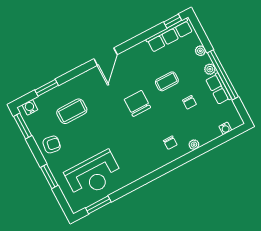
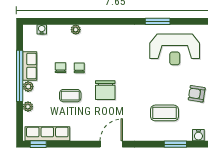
chair: (170, 143) -> (79, 68), moved
reception desk: (93, 175) -> (175, 49), turned 180
window: (98, 205) -> (158, 21), moved

